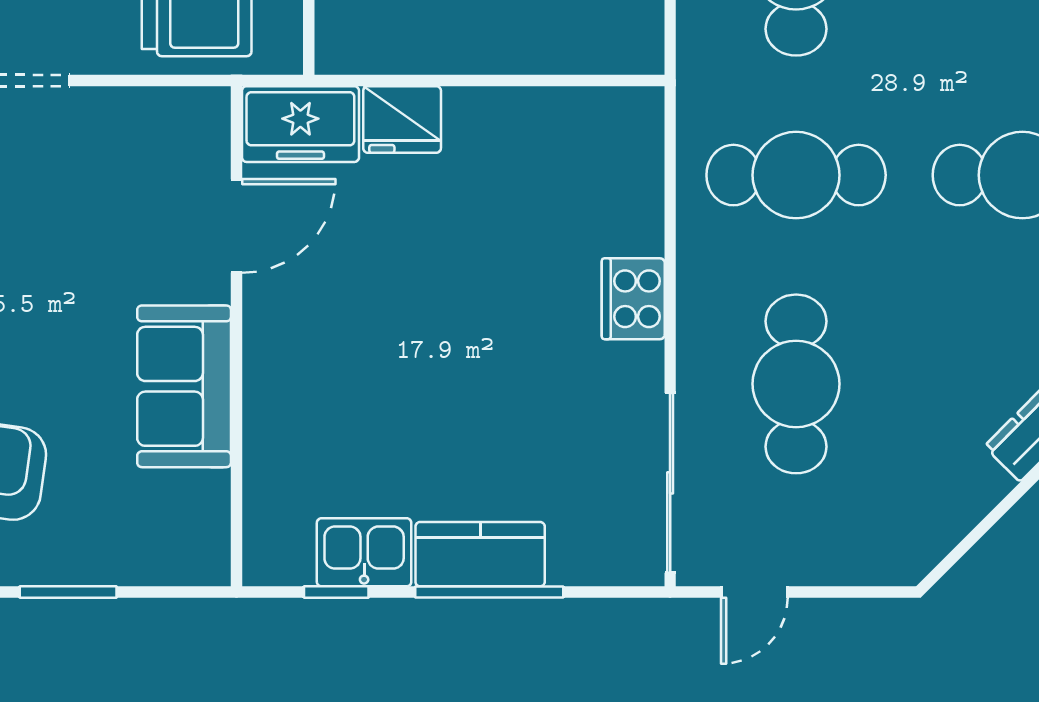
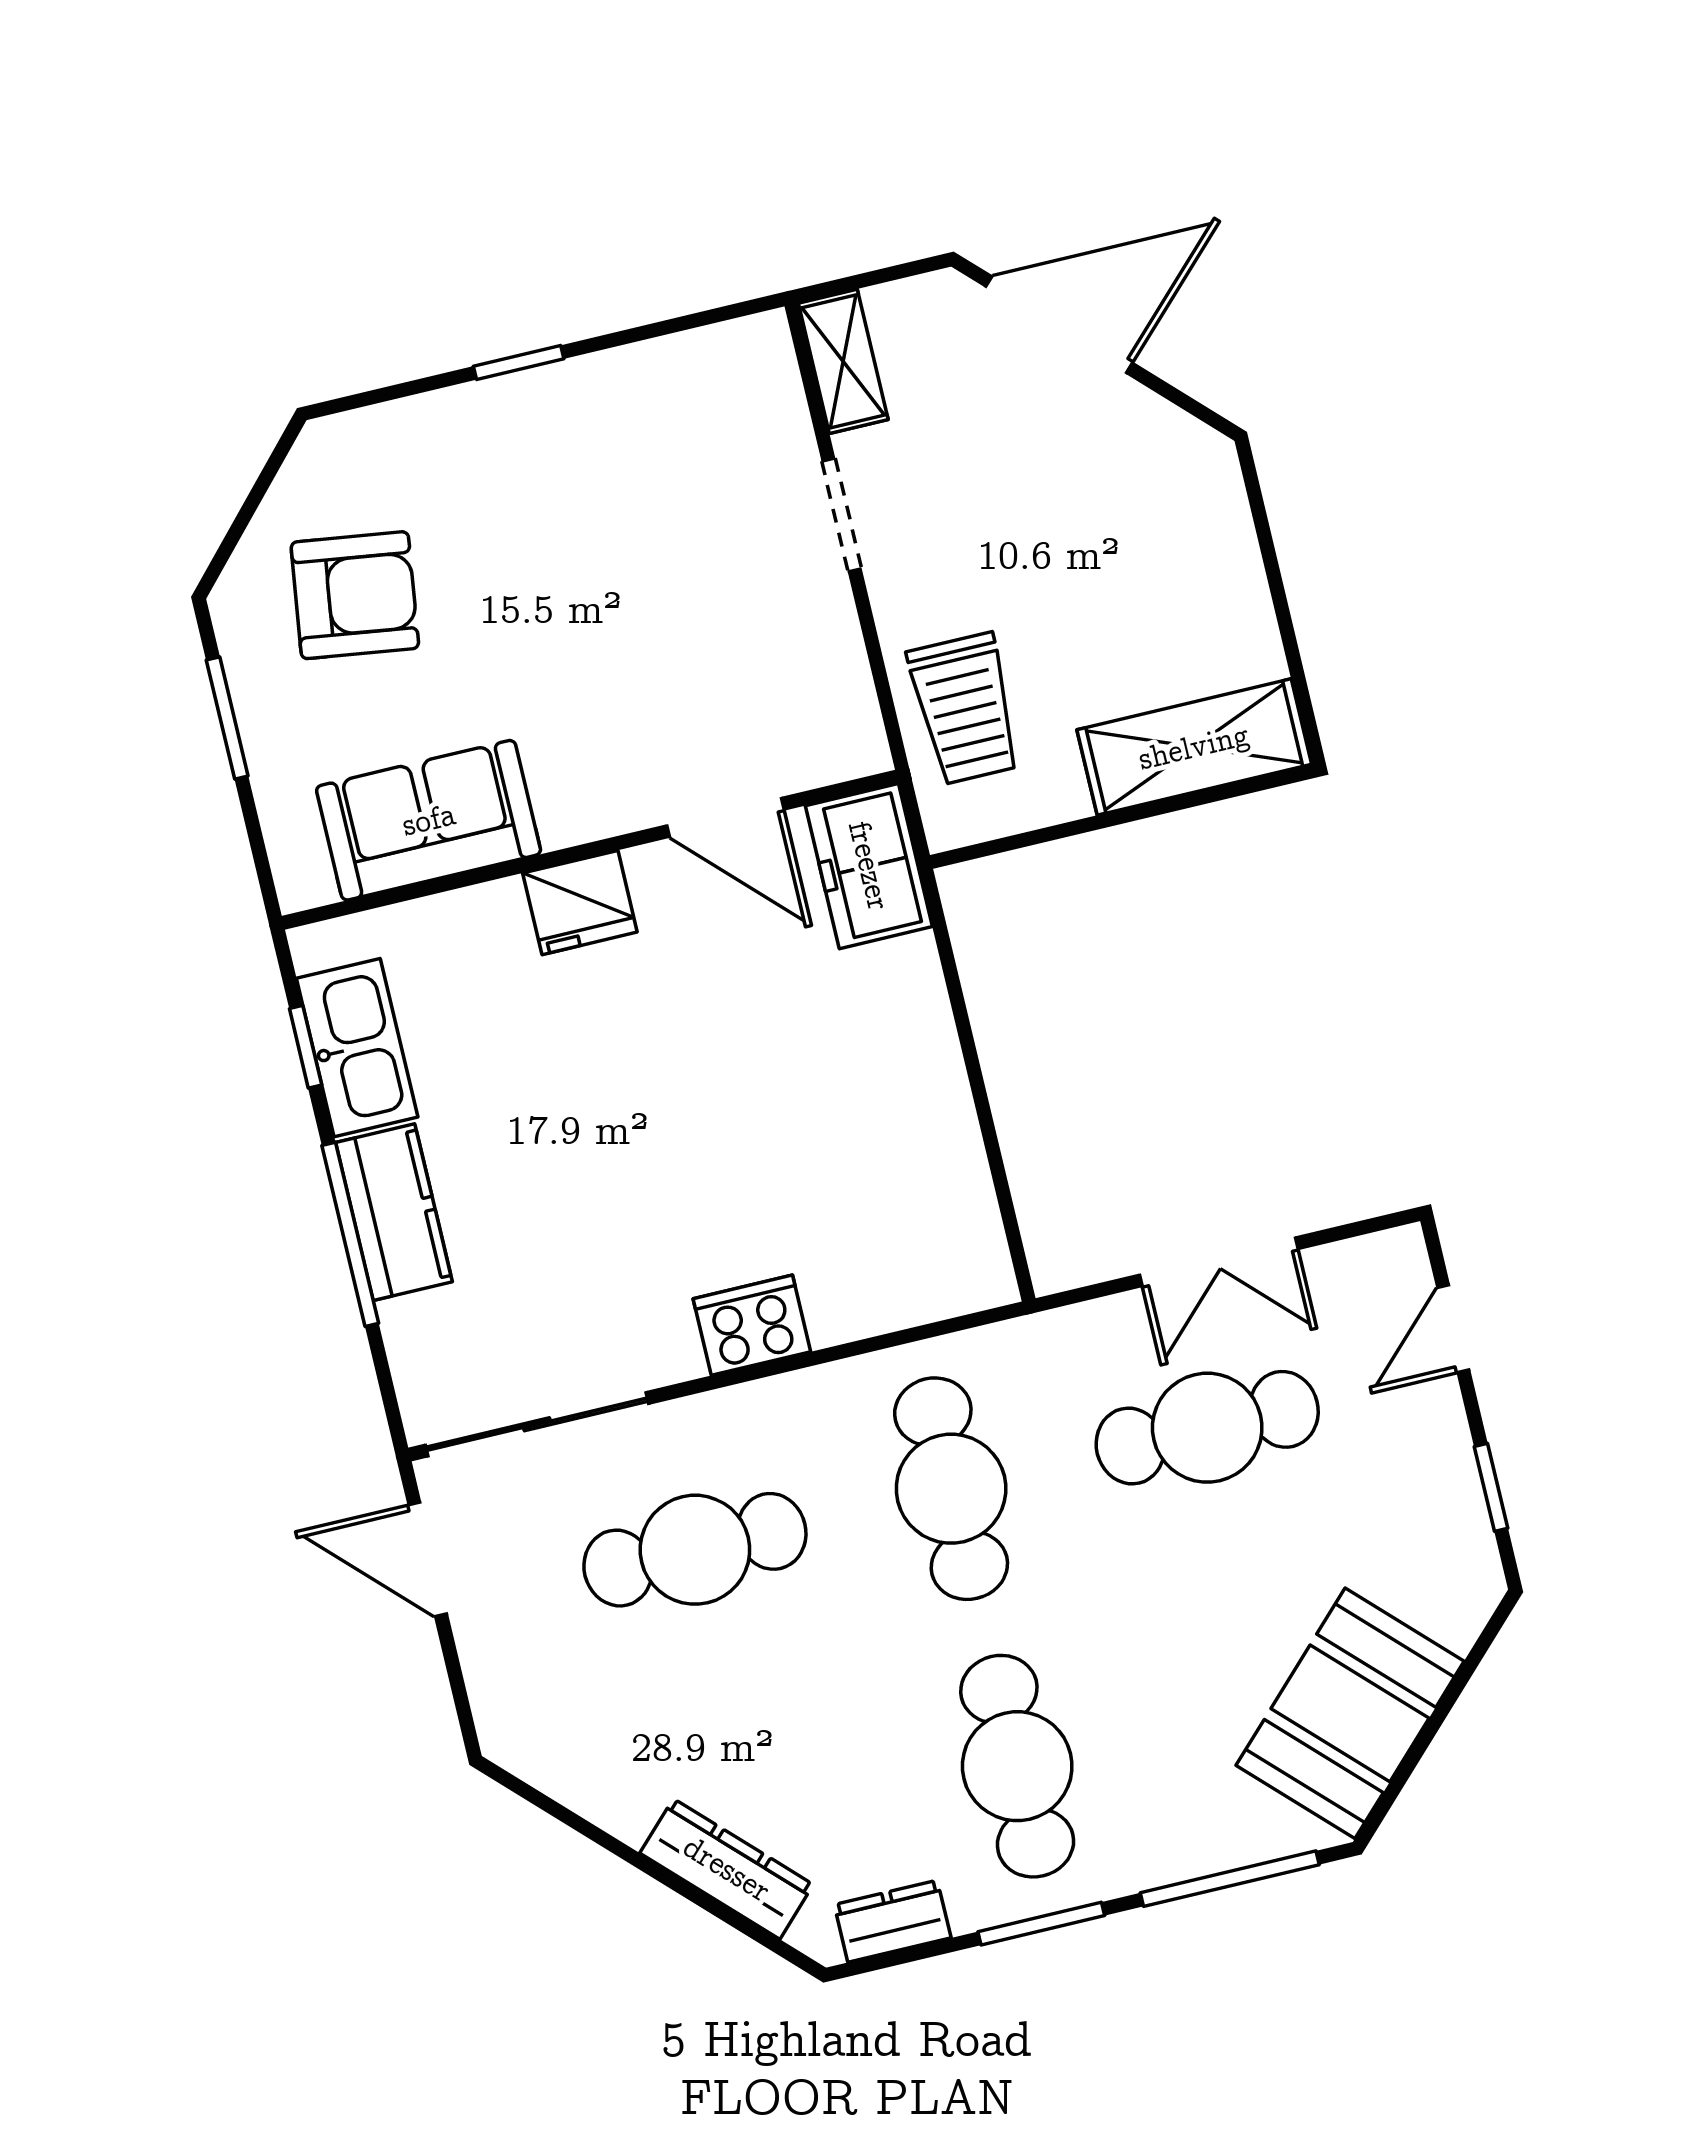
fridge: (402, 119) -> (580, 903), moved, turned -90
sofa: (184, 386) -> (429, 820), moved
kitchen sink: (364, 552) -> (357, 1048), width x1.38
door: (754, 592) -> (428, 1559), width x1.38

